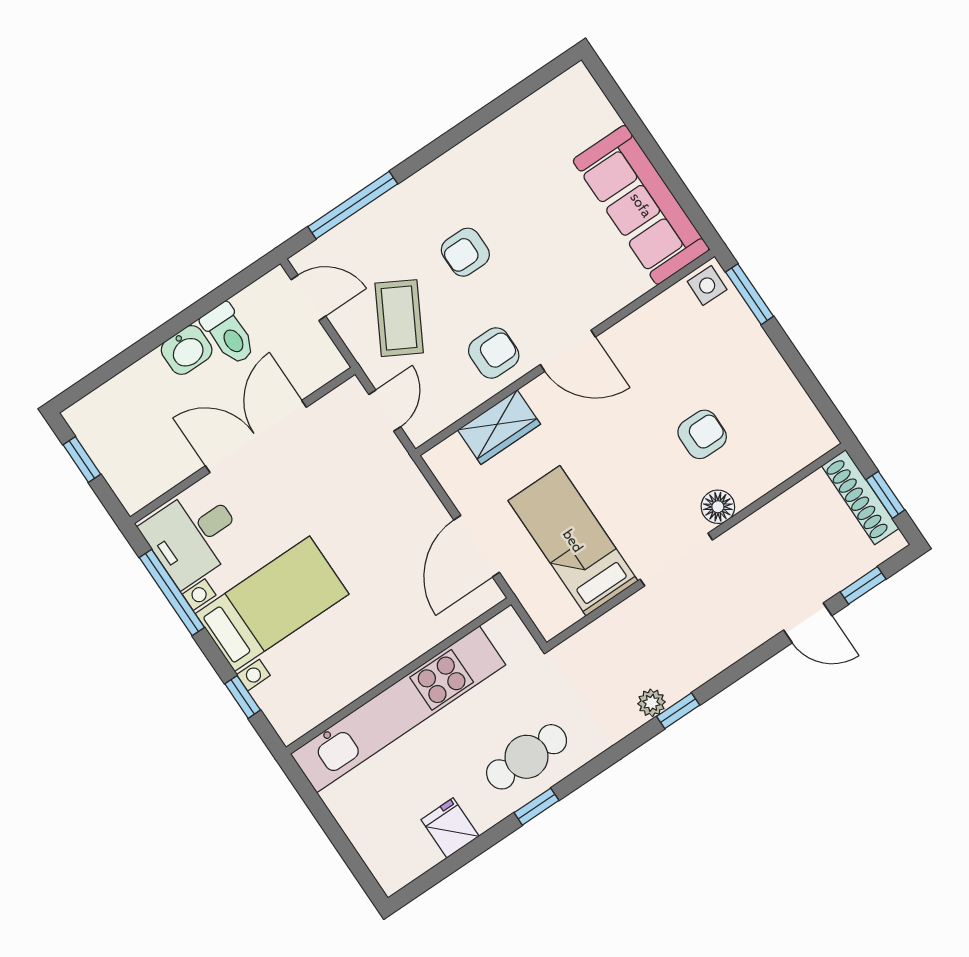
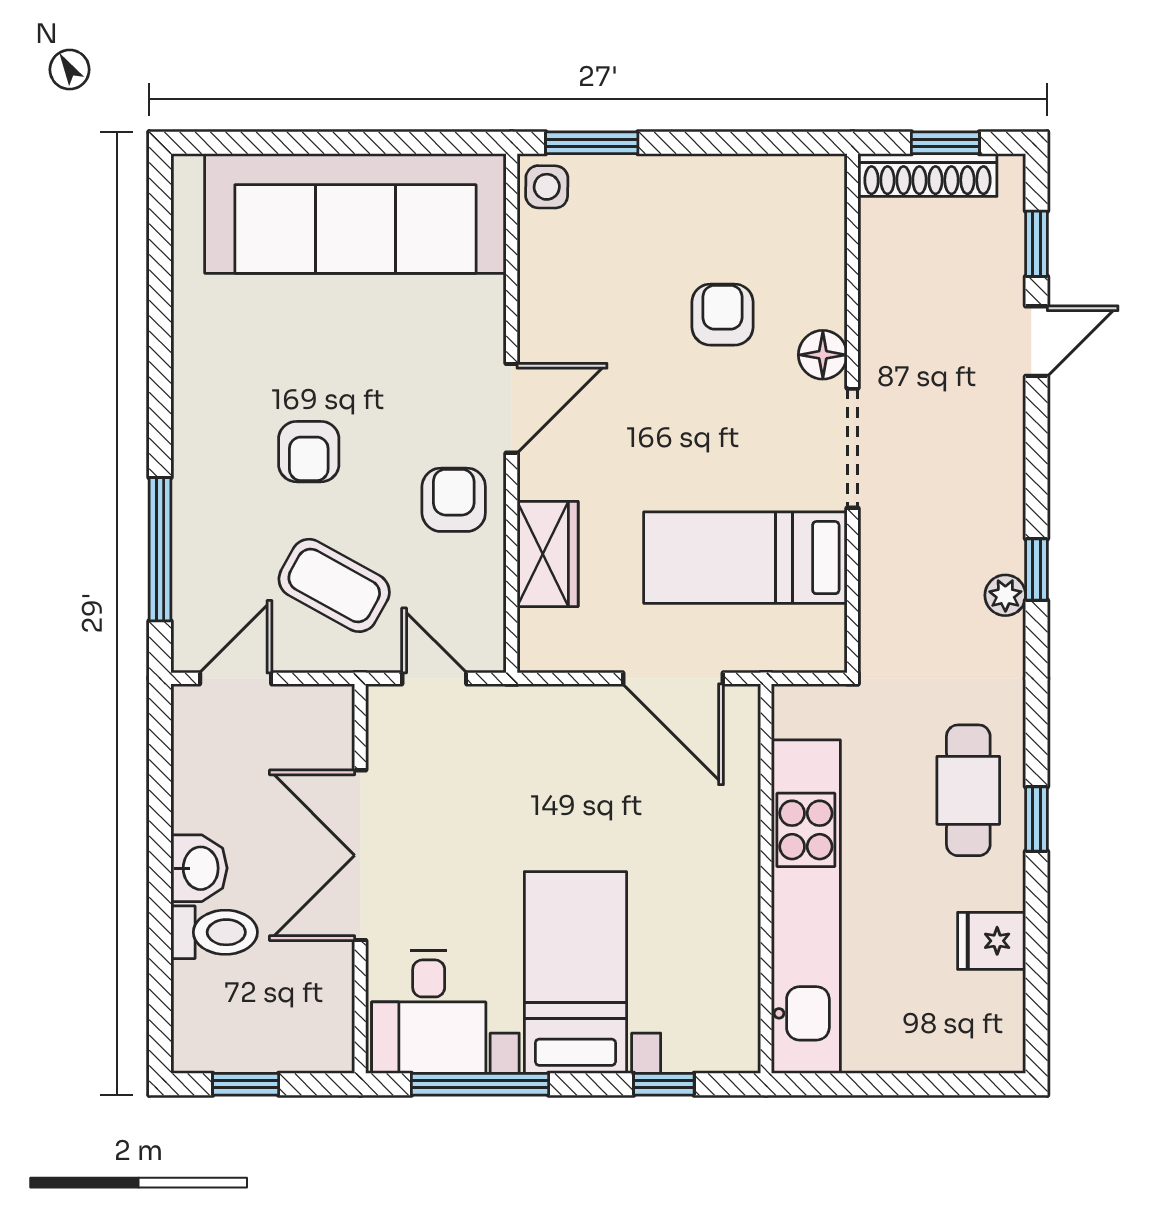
sofa: (641, 205) -> (355, 213), width x1.36, depth x1.27
toilet: (229, 334) -> (214, 932), moved

